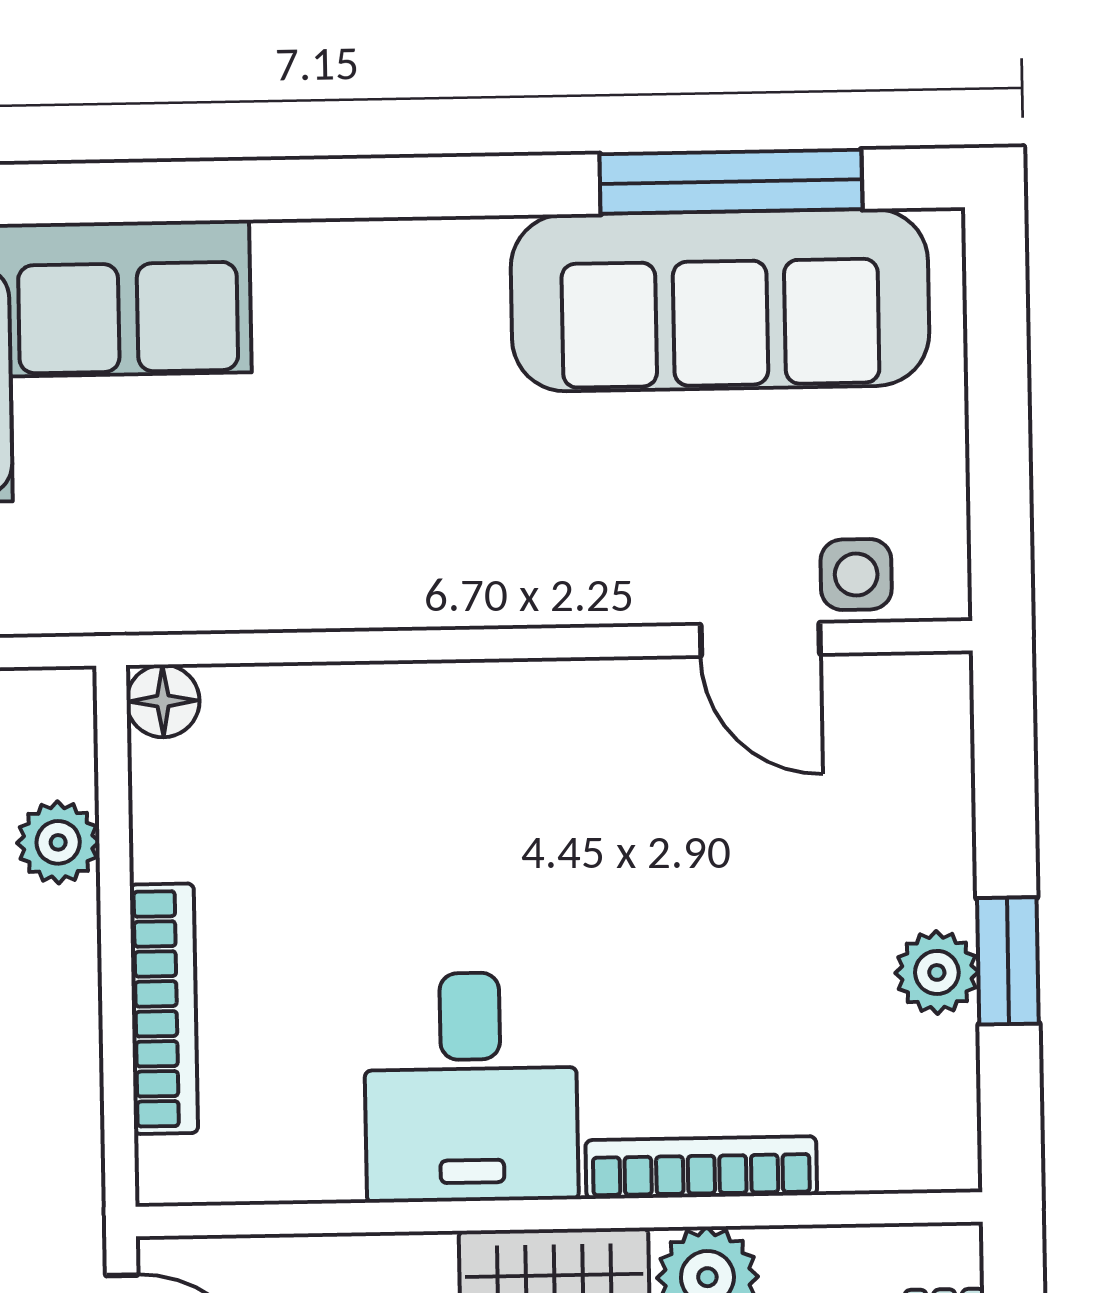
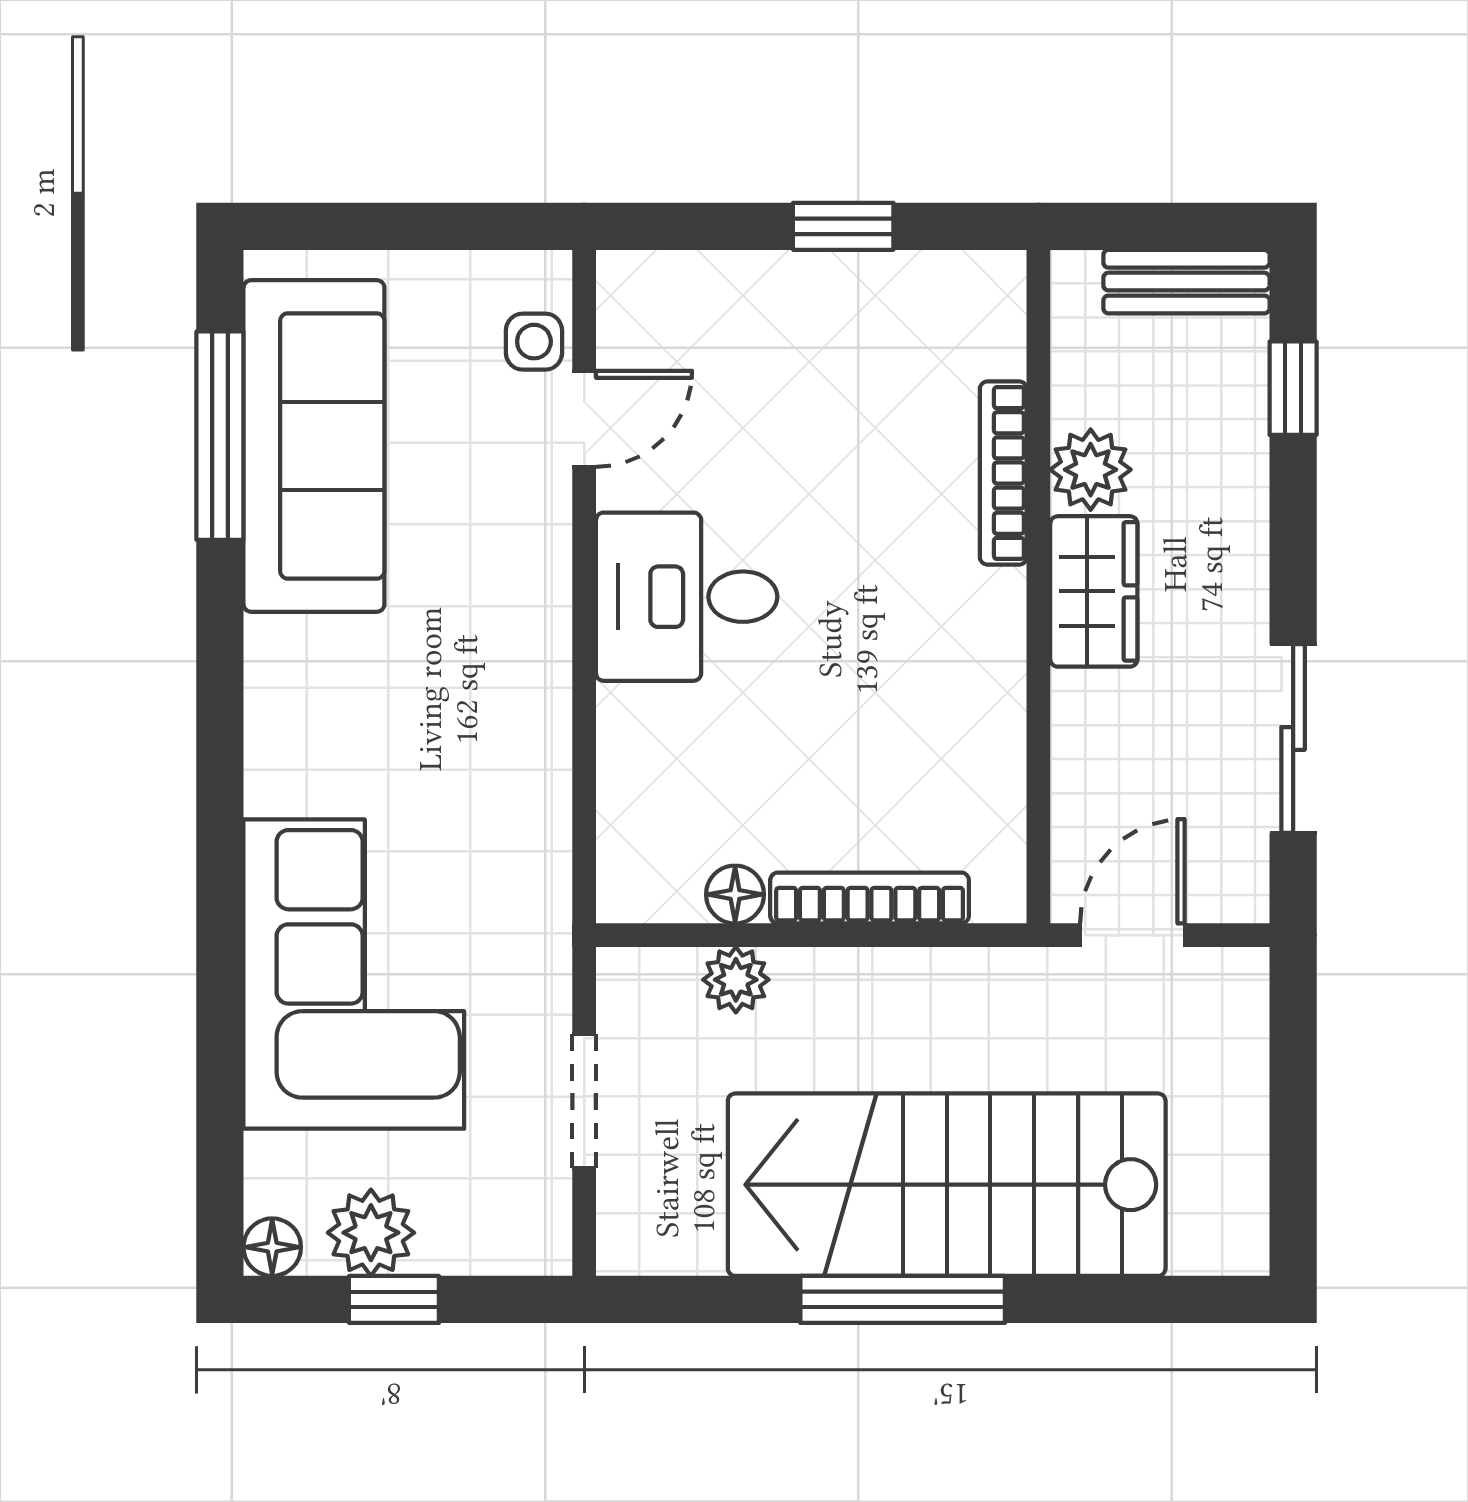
floor lamp: (163, 701) -> (735, 894), moved
plant: (937, 972) -> (851, 283), removed
desk: (471, 1087) -> (687, 597), moved, turned 180

